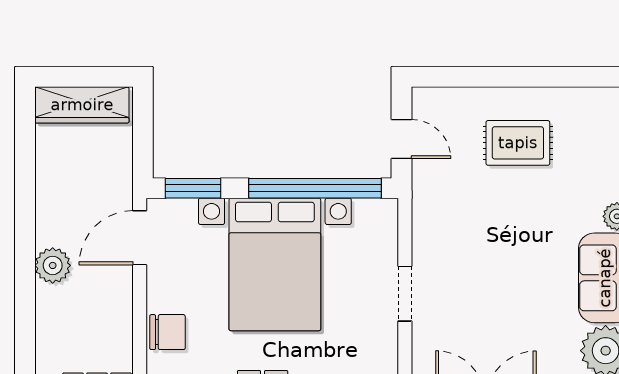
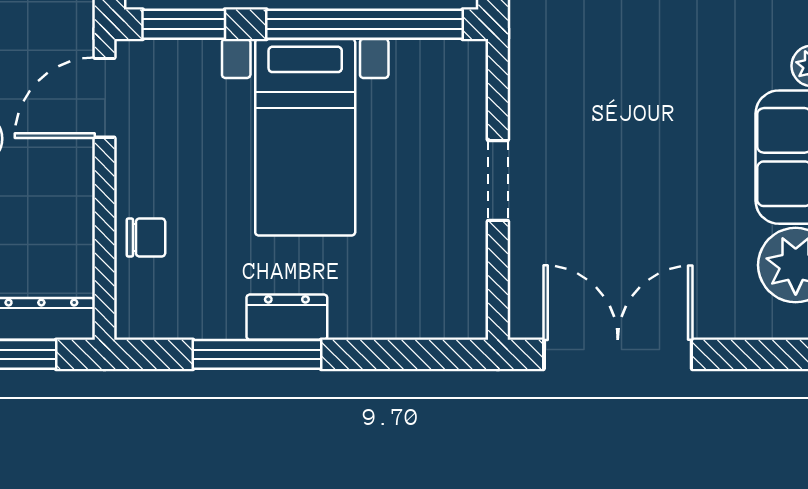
bed with nightstands: (275, 264) -> (305, 137), width x0.73
chair: (168, 332) -> (146, 237), width x0.73, depth x0.73

